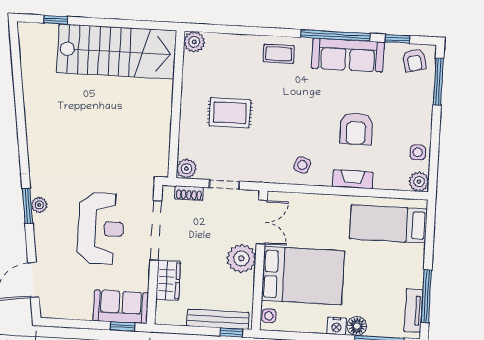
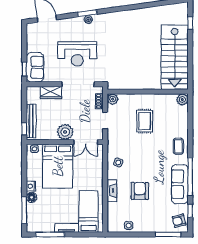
armchair: (356, 129) -> (140, 191), turned 90
plant: (419, 182) -> (113, 227), removed
tv unit: (413, 311) -> (67, 228), moved

